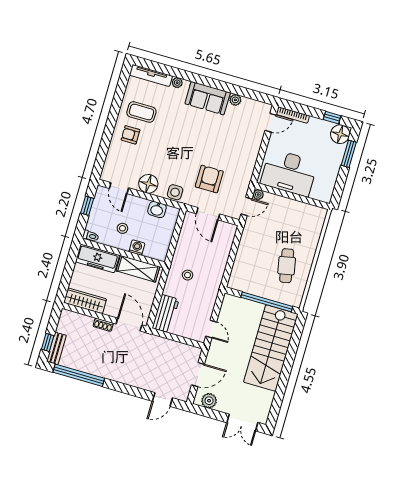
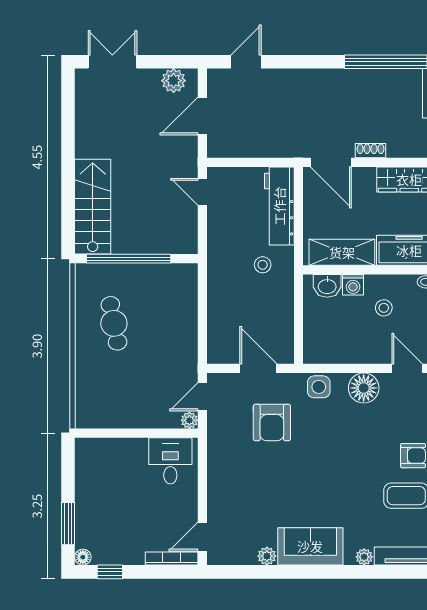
floor lamp: (340, 134) -> (83, 557), width x0.53, depth x0.53
desk: (289, 173) -> (170, 461), width x0.53, depth x0.77
washbasin: (157, 209) -> (327, 286), moved, turned 180
workbench: (166, 314) -> (279, 206), width x1.37
stairs: (271, 348) -> (93, 207), width x0.73, depth x0.66

